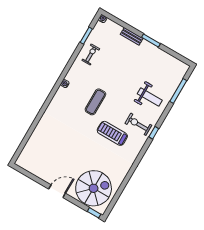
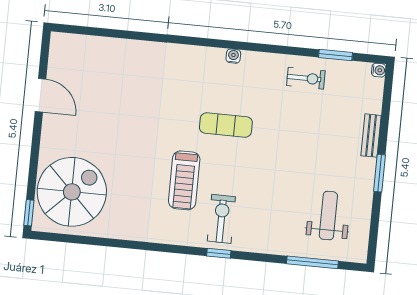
weight bench: (150, 97) -> (328, 216), moved, turned 180
treadmill: (112, 133) -> (184, 180), turned 180
spiral stairs: (94, 188) -> (72, 192), turned -90
door: (57, 191) -> (40, 95), moved

